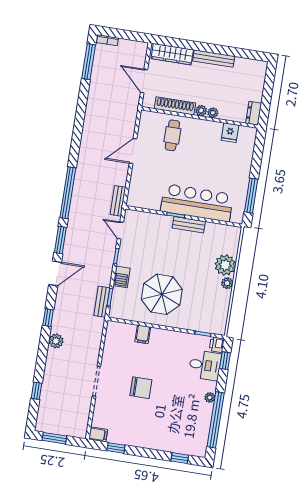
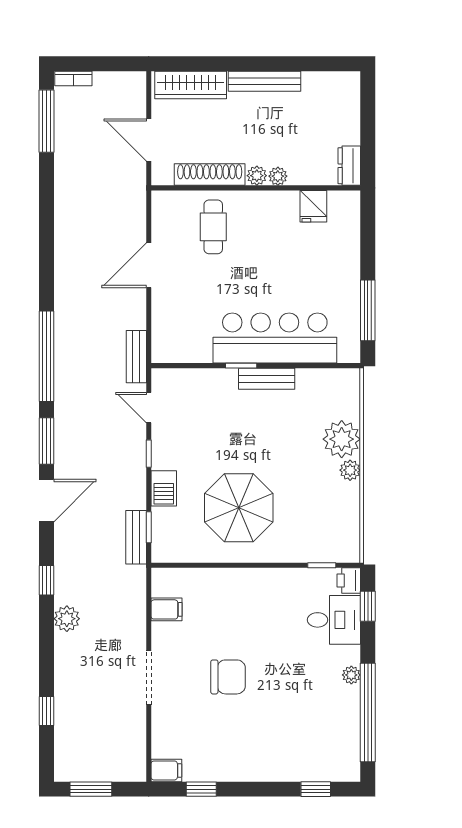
filing cabinet: (143, 334) -> (167, 609), moved, turned -90

